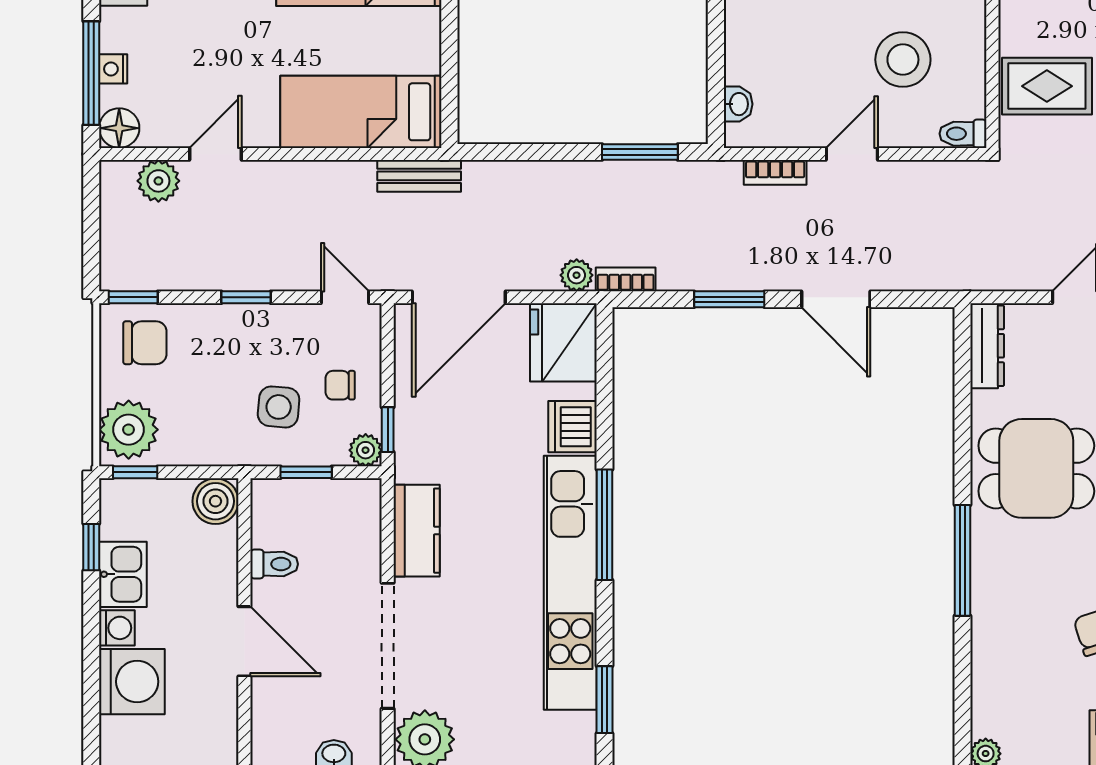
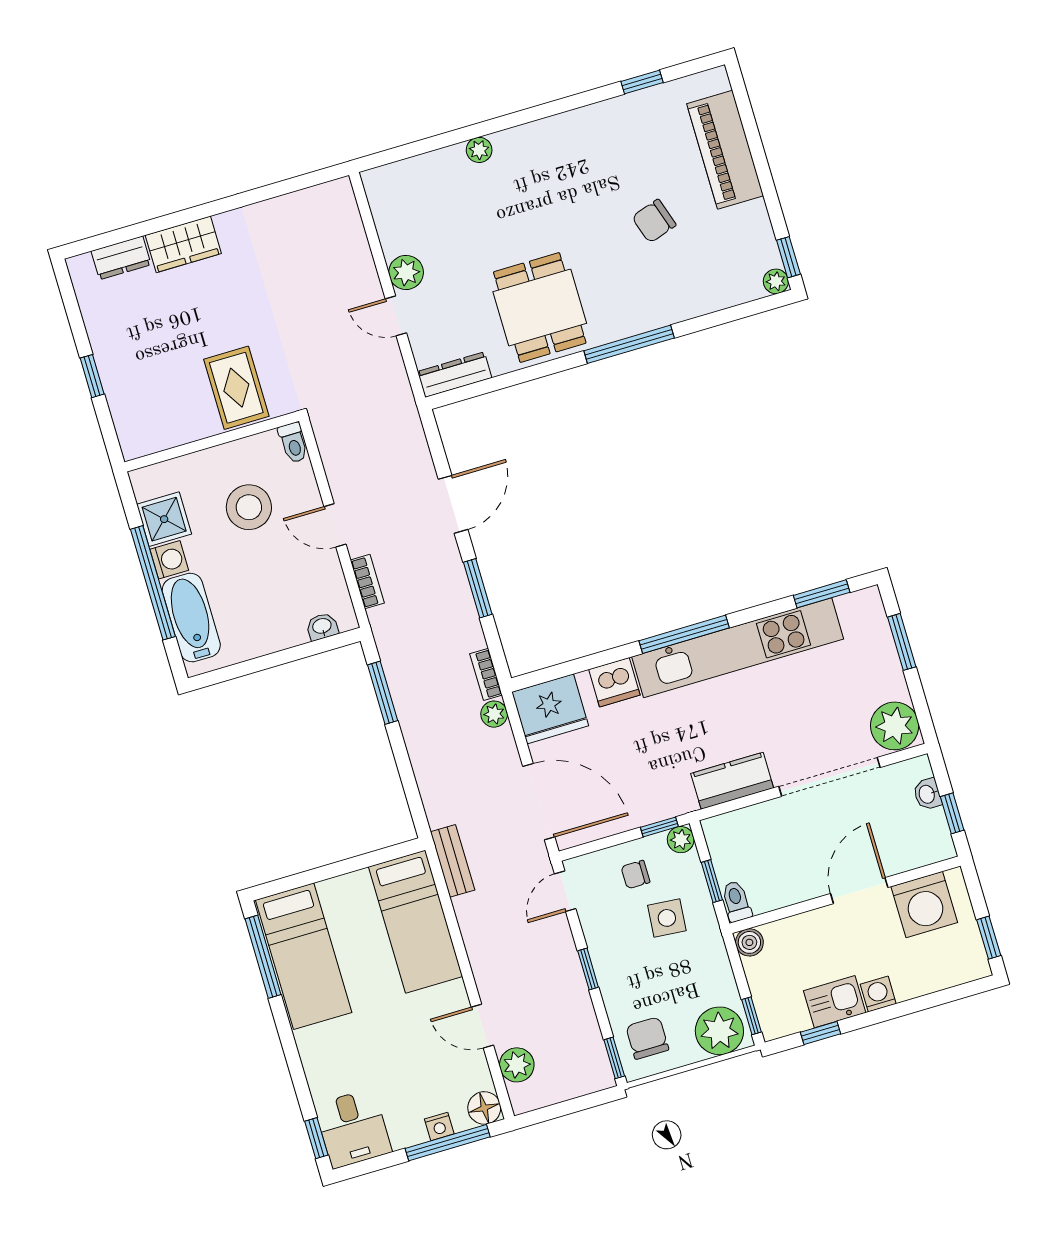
chair: (340, 385) -> (635, 875), turned 90
boiler: (215, 501) -> (749, 942), width x0.73, depth x0.73
toilet: (274, 564) -> (736, 901), moved
washing machine: (132, 682) -> (924, 904), moved, turned 180

